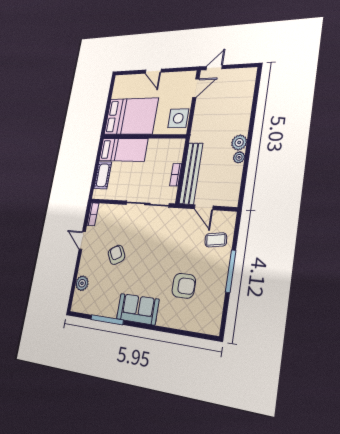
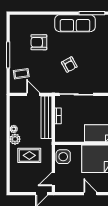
rug: (223, 119) -> (29, 155), added
armchair: (116, 255) -> (69, 65), moved
sofa: (138, 309) -> (75, 23), width x1.36

